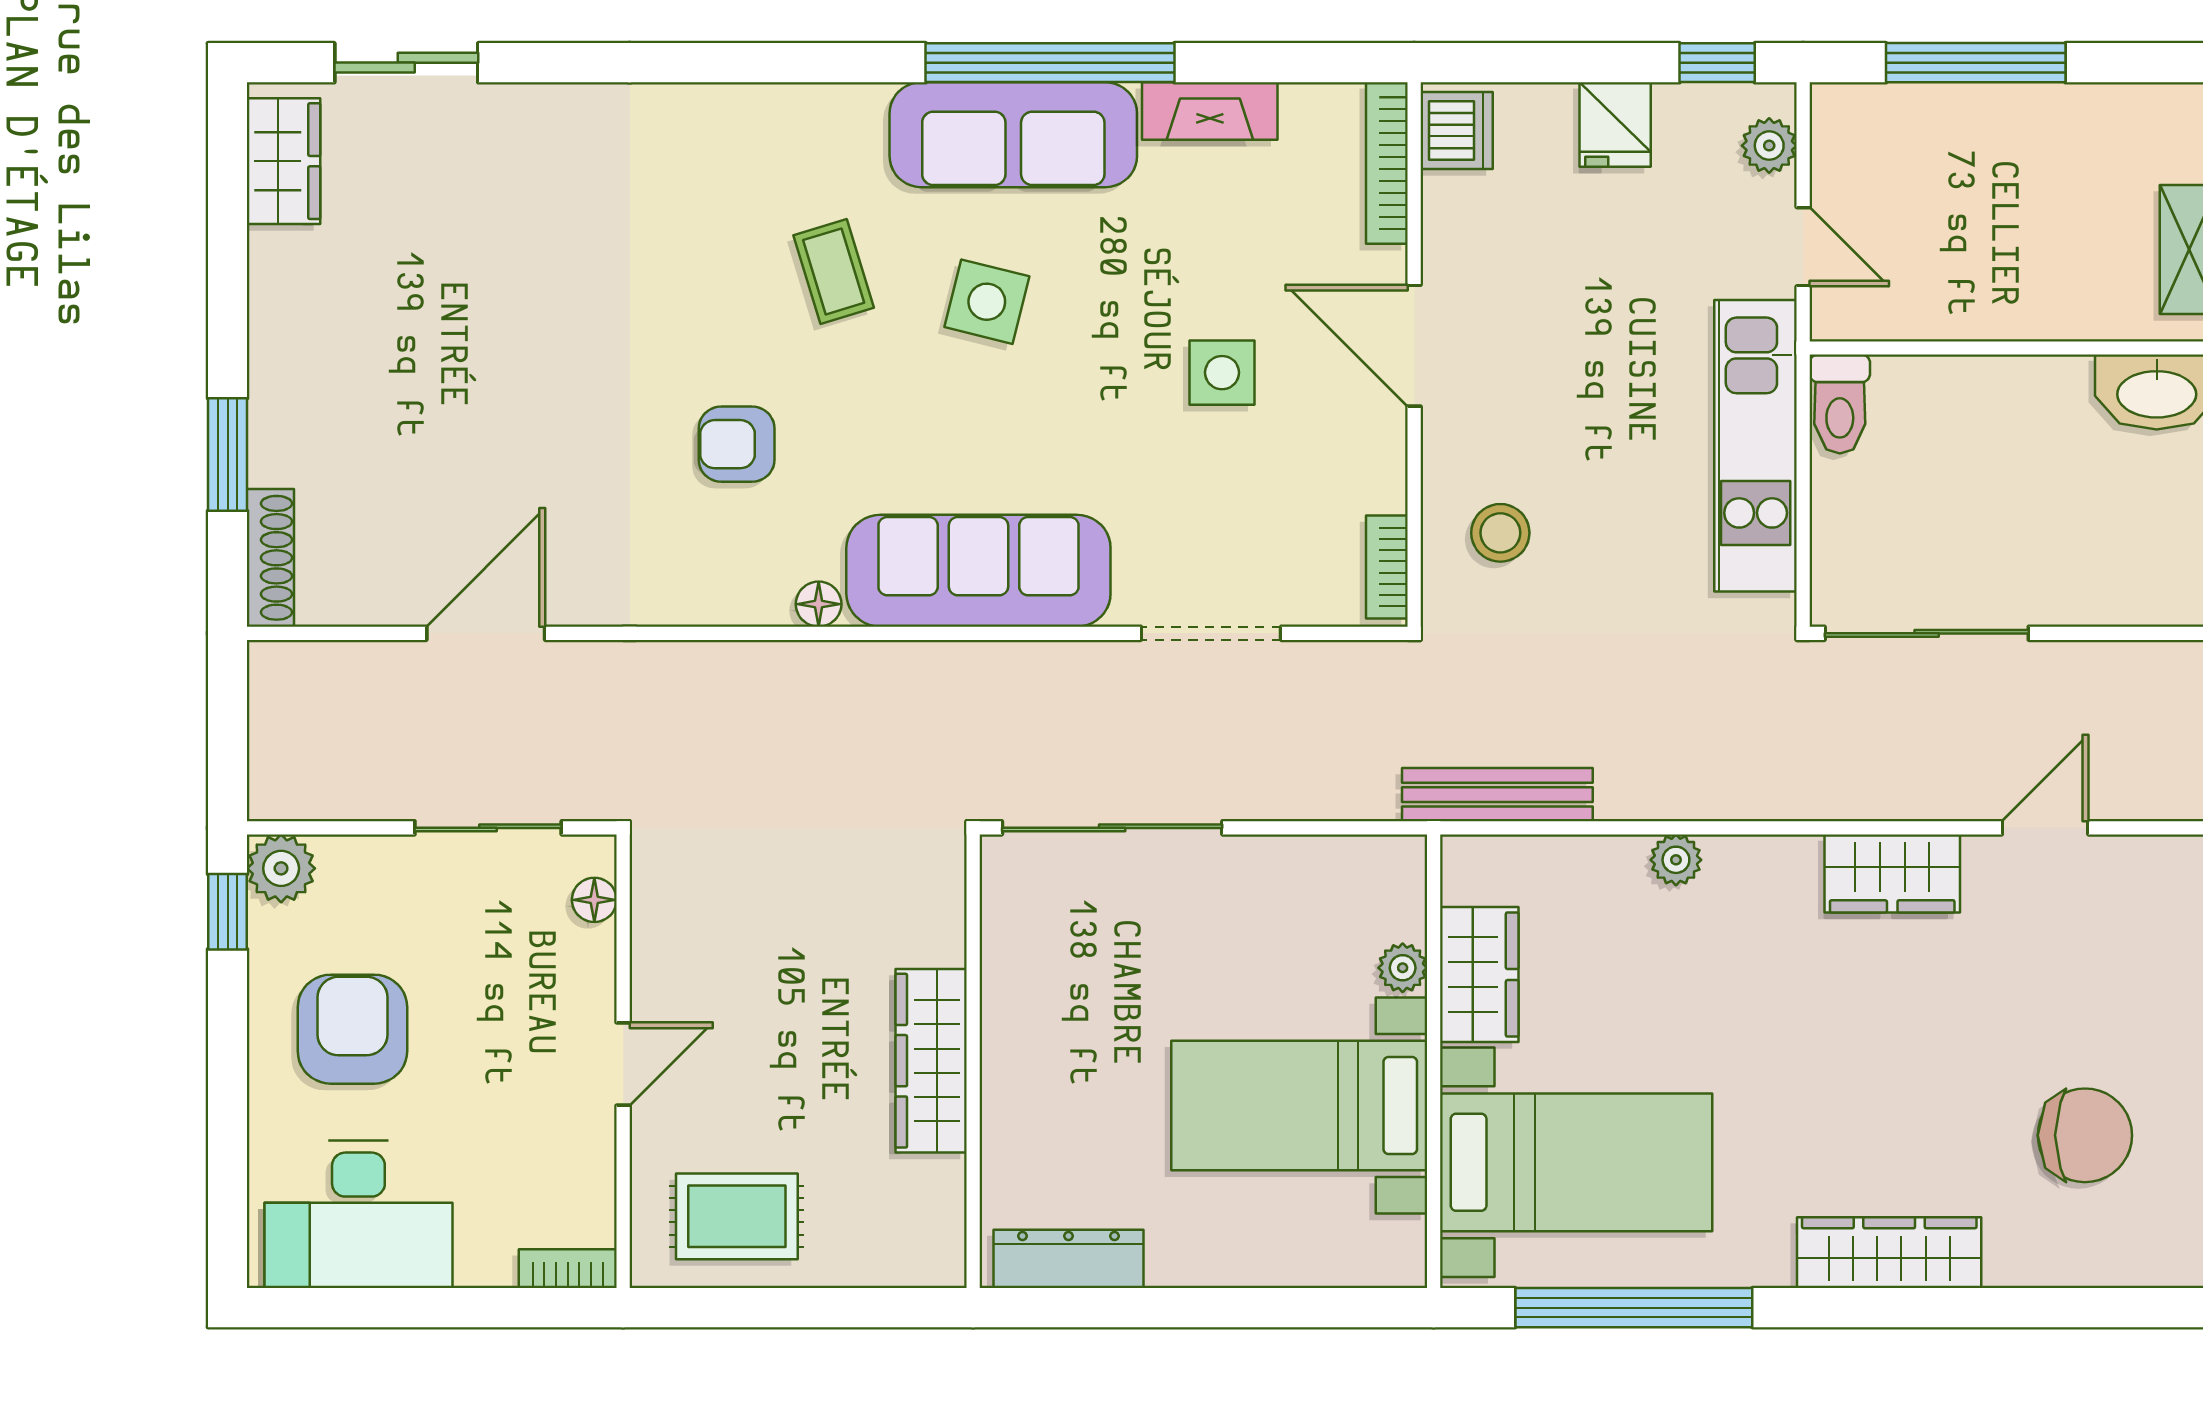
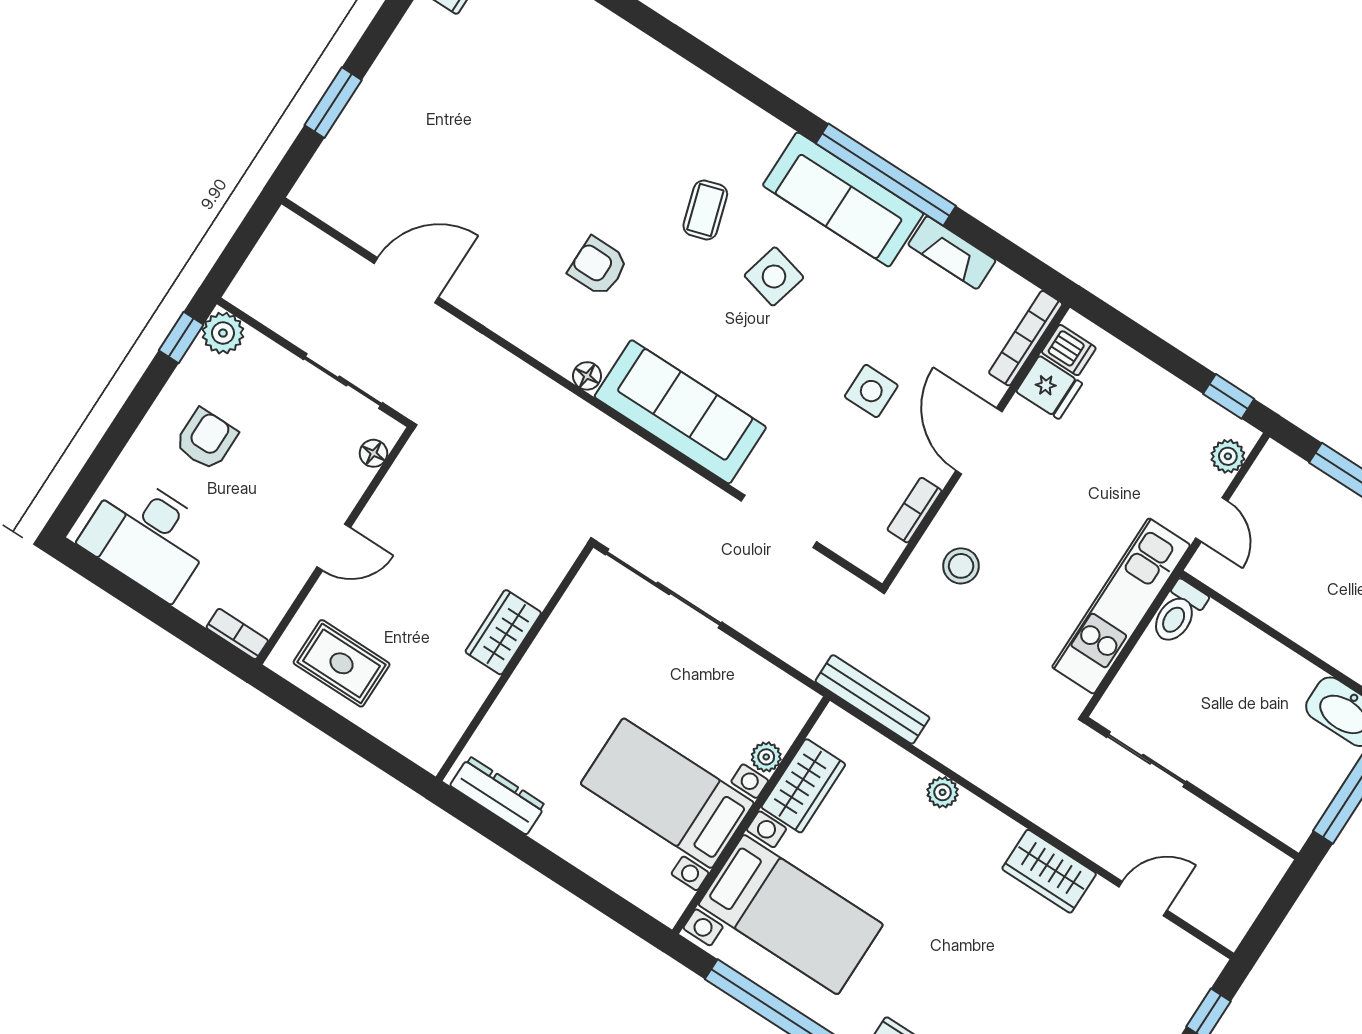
fridge: (1615, 125) -> (1049, 387), moved, turned -90
dishwasher: (1457, 130) -> (1069, 350), width x0.73
shoe rack: (270, 558) -> (321, 170), removed
bookcase: (1387, 567) -> (914, 510), moved
sliding door: (1927, 633) -> (1147, 759), width x0.73
armchair: (352, 1029) -> (206, 439), width x0.72, depth x0.72
wardrobe: (931, 1061) -> (503, 632), width x0.67

